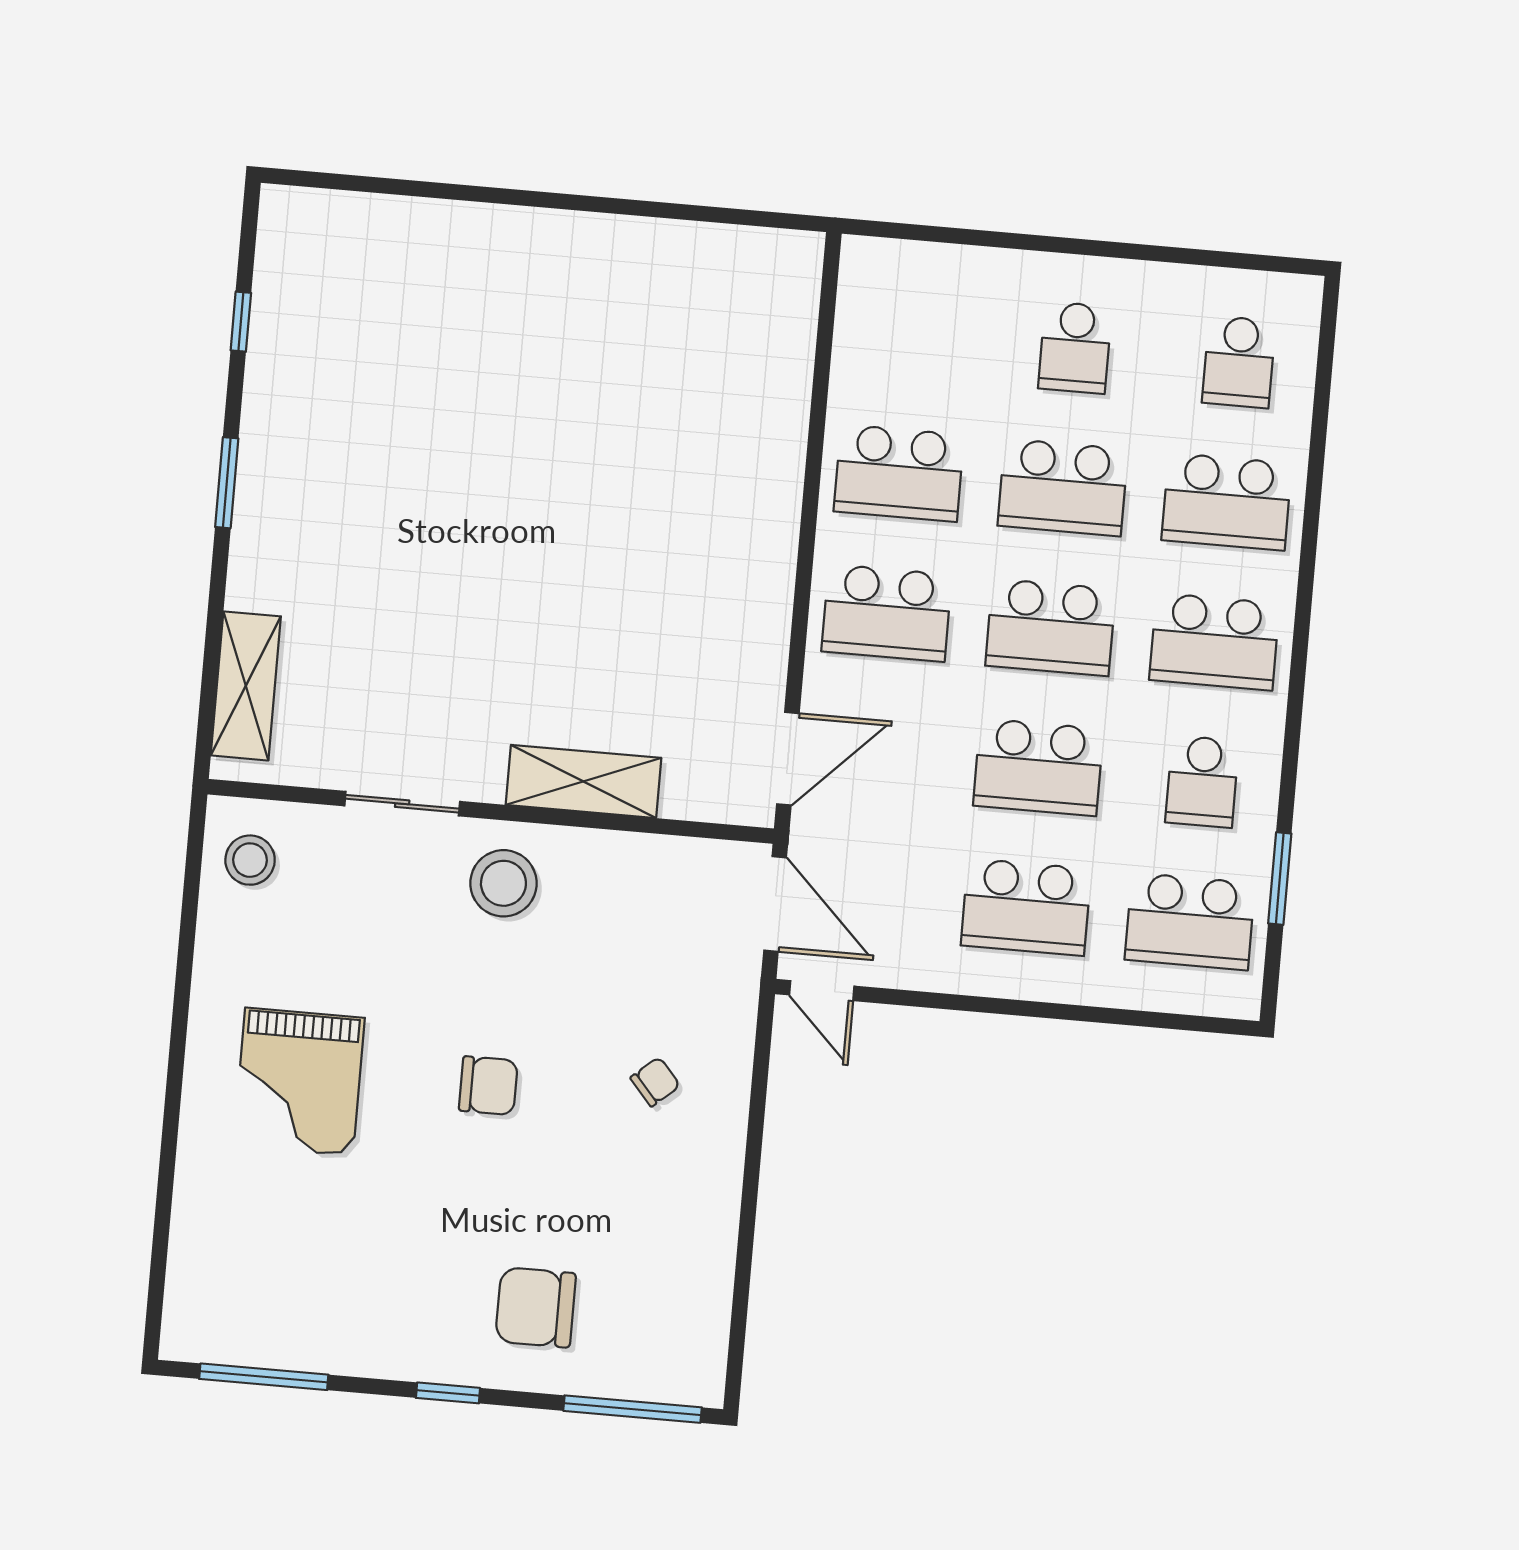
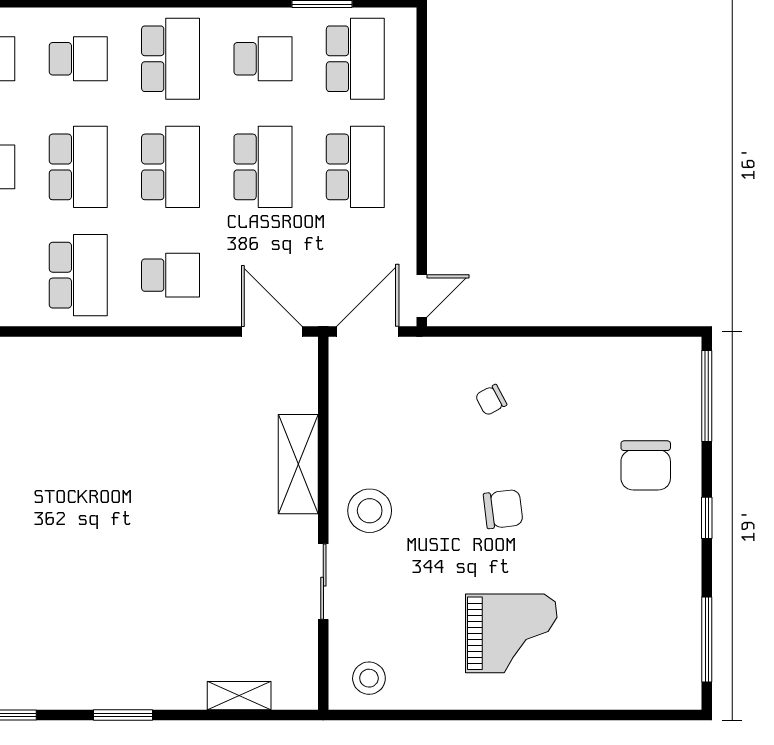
school desk: (1227, 502) -> (78, 59), width x0.54
school desk: (887, 613) -> (171, 275), width x0.54
shelving: (246, 686) -> (239, 696), width x0.67, depth x0.75
chair: (655, 1082) -> (491, 400), turned -77
chair: (488, 1086) -> (503, 509), turned 83

